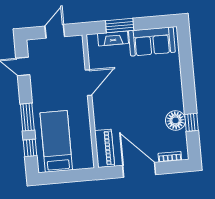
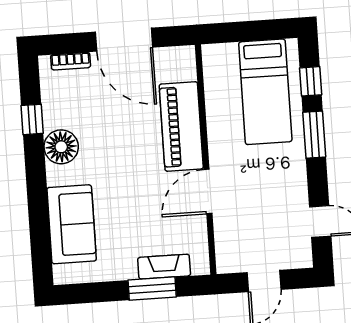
sofa: (152, 41) -> (72, 224), moved, turned 90
floor lamp: (176, 120) -> (61, 147), moved
piano: (105, 148) -> (181, 126), moved, width x1.37, depth x1.33

